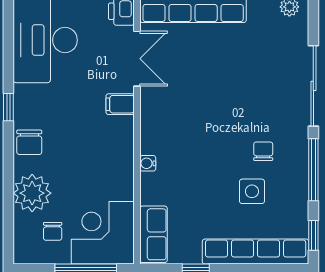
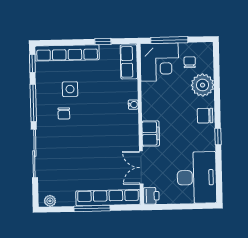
filing cabinet: (120, 104) -> (151, 134), width x2.00
chair: (29, 142) -> (205, 116), turned -90

